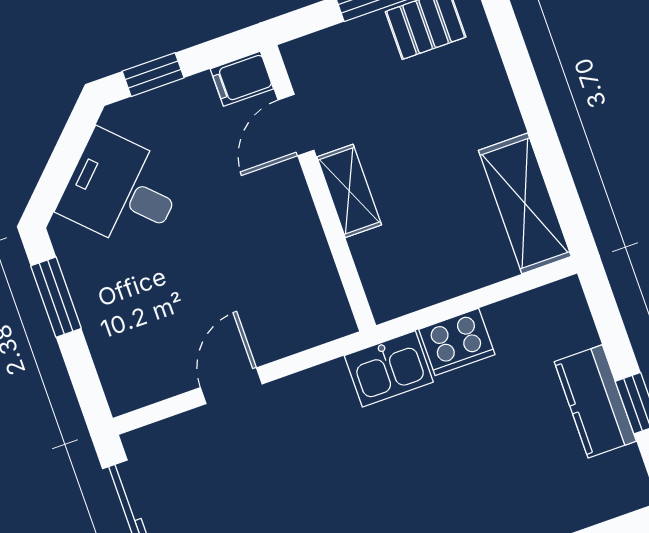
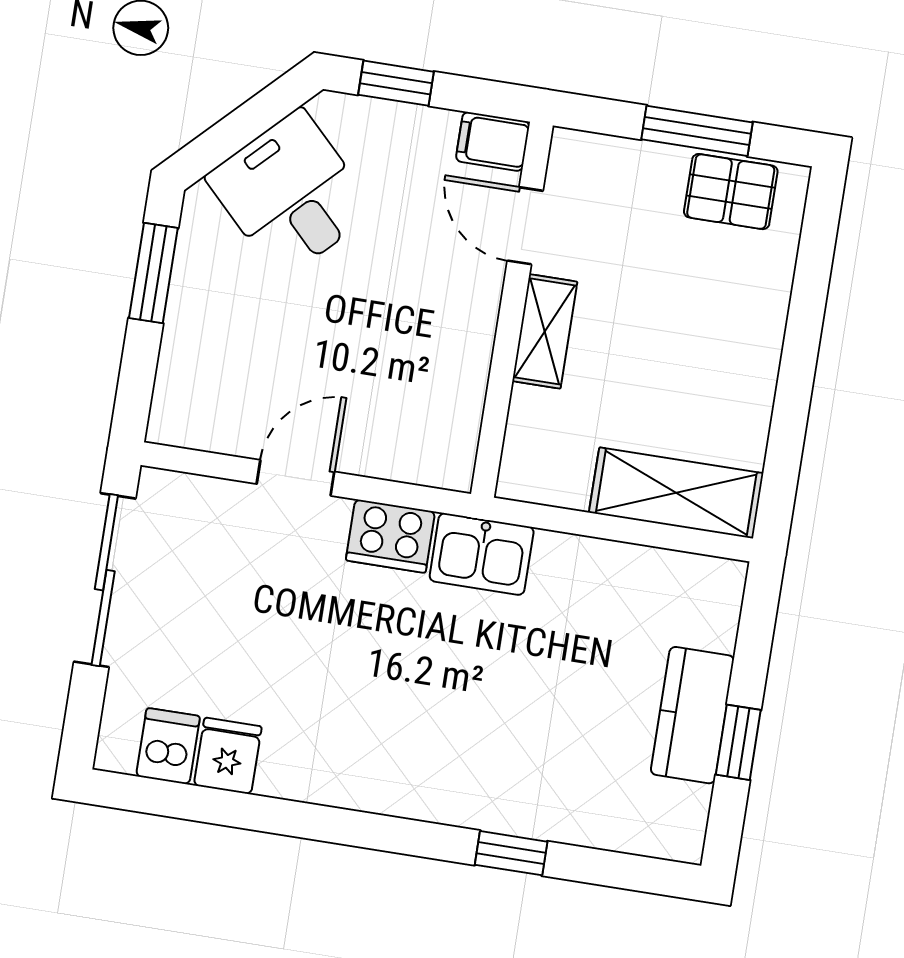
door: (296, 125) -> (525, 226), hinge flipped
shelving: (525, 203) -> (676, 493), moved, turned 90
cooker: (457, 342) -> (390, 536), moved

